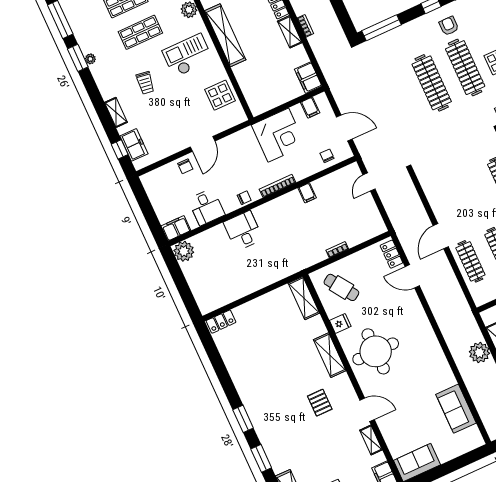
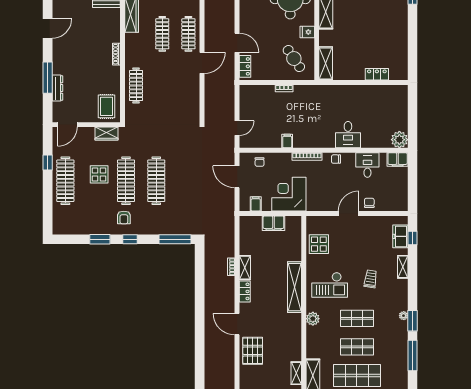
filing cabinet: (308, 78) -> (273, 223), moved, turned 90
locker: (221, 322) -> (377, 74), moved

